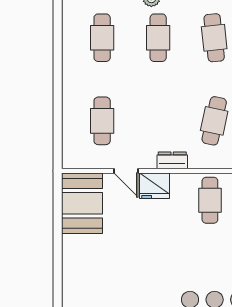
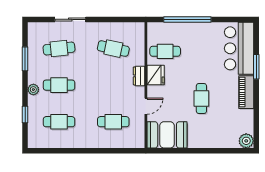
fridge: (154, 186) -> (156, 75), moved
cafe table: (138, 256) -> (201, 99), added

